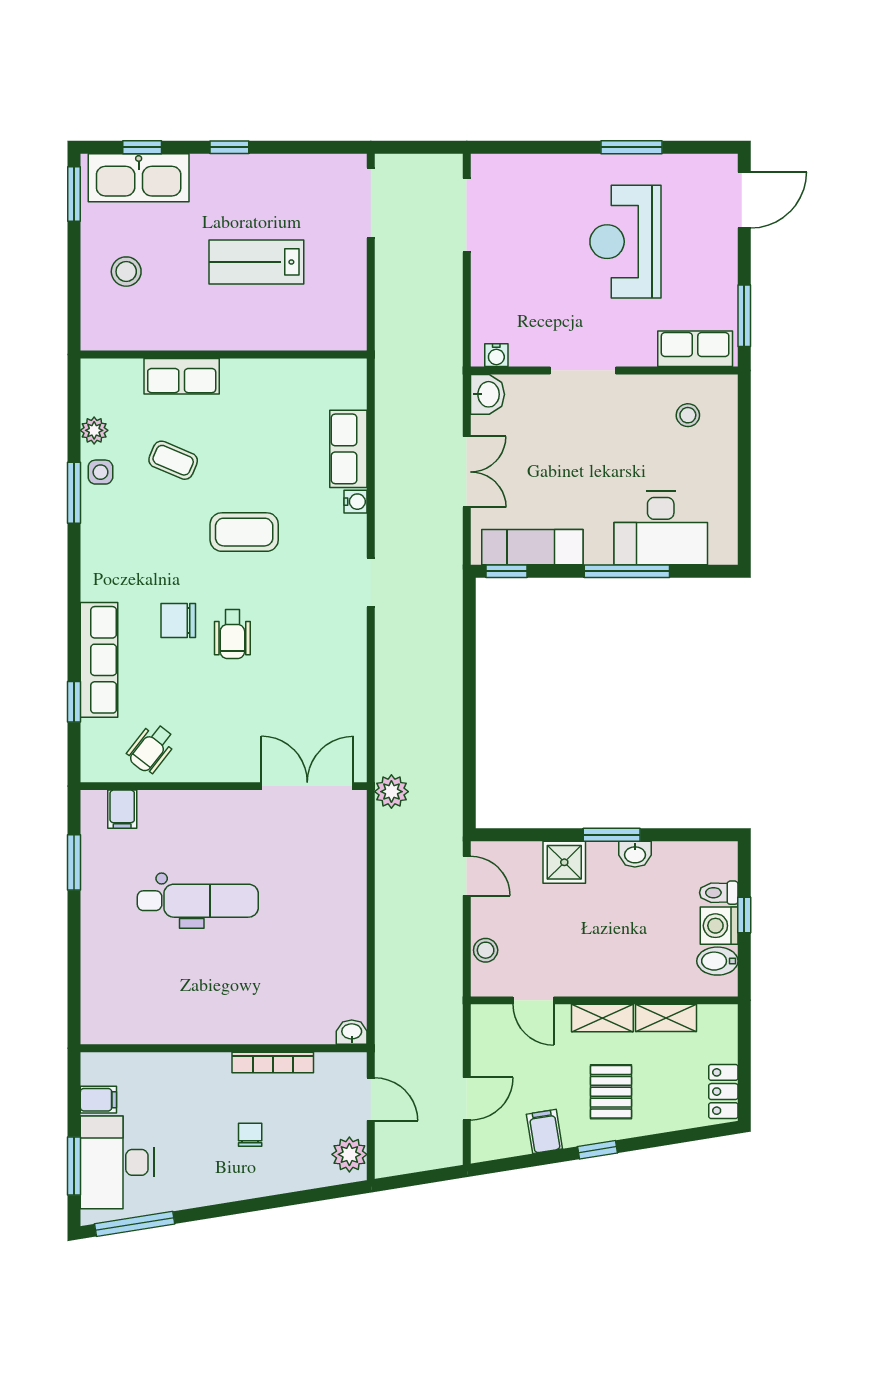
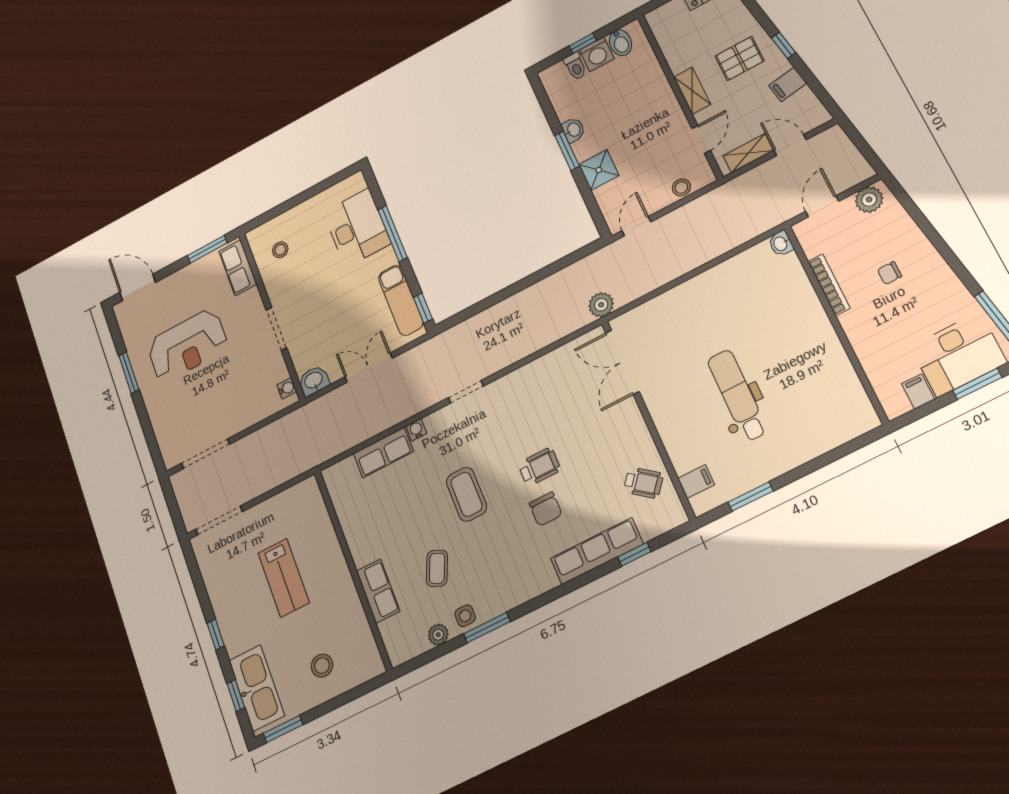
shelving: (666, 1018) -> (748, 153), moved, turned 90

